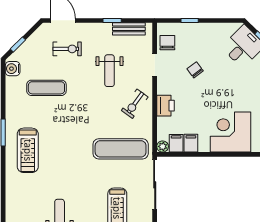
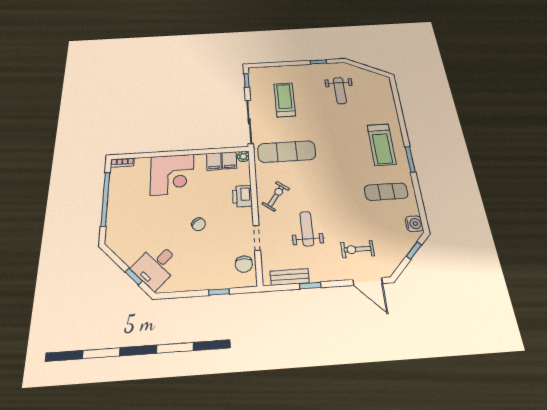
chair: (195, 70) -> (199, 224), moved
exercise mat: (46, 88) -> (386, 192), moved
treadmill: (28, 150) -> (382, 145), turned 180

